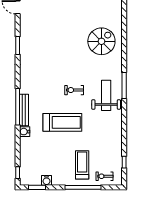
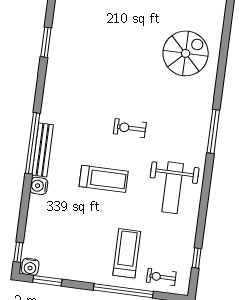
weight bench: (106, 95) -> (173, 188), moved, turned 180
treadmill: (62, 122) -> (104, 179), width x0.73, depth x0.73
water cooler: (47, 180) -> (30, 267), moved

